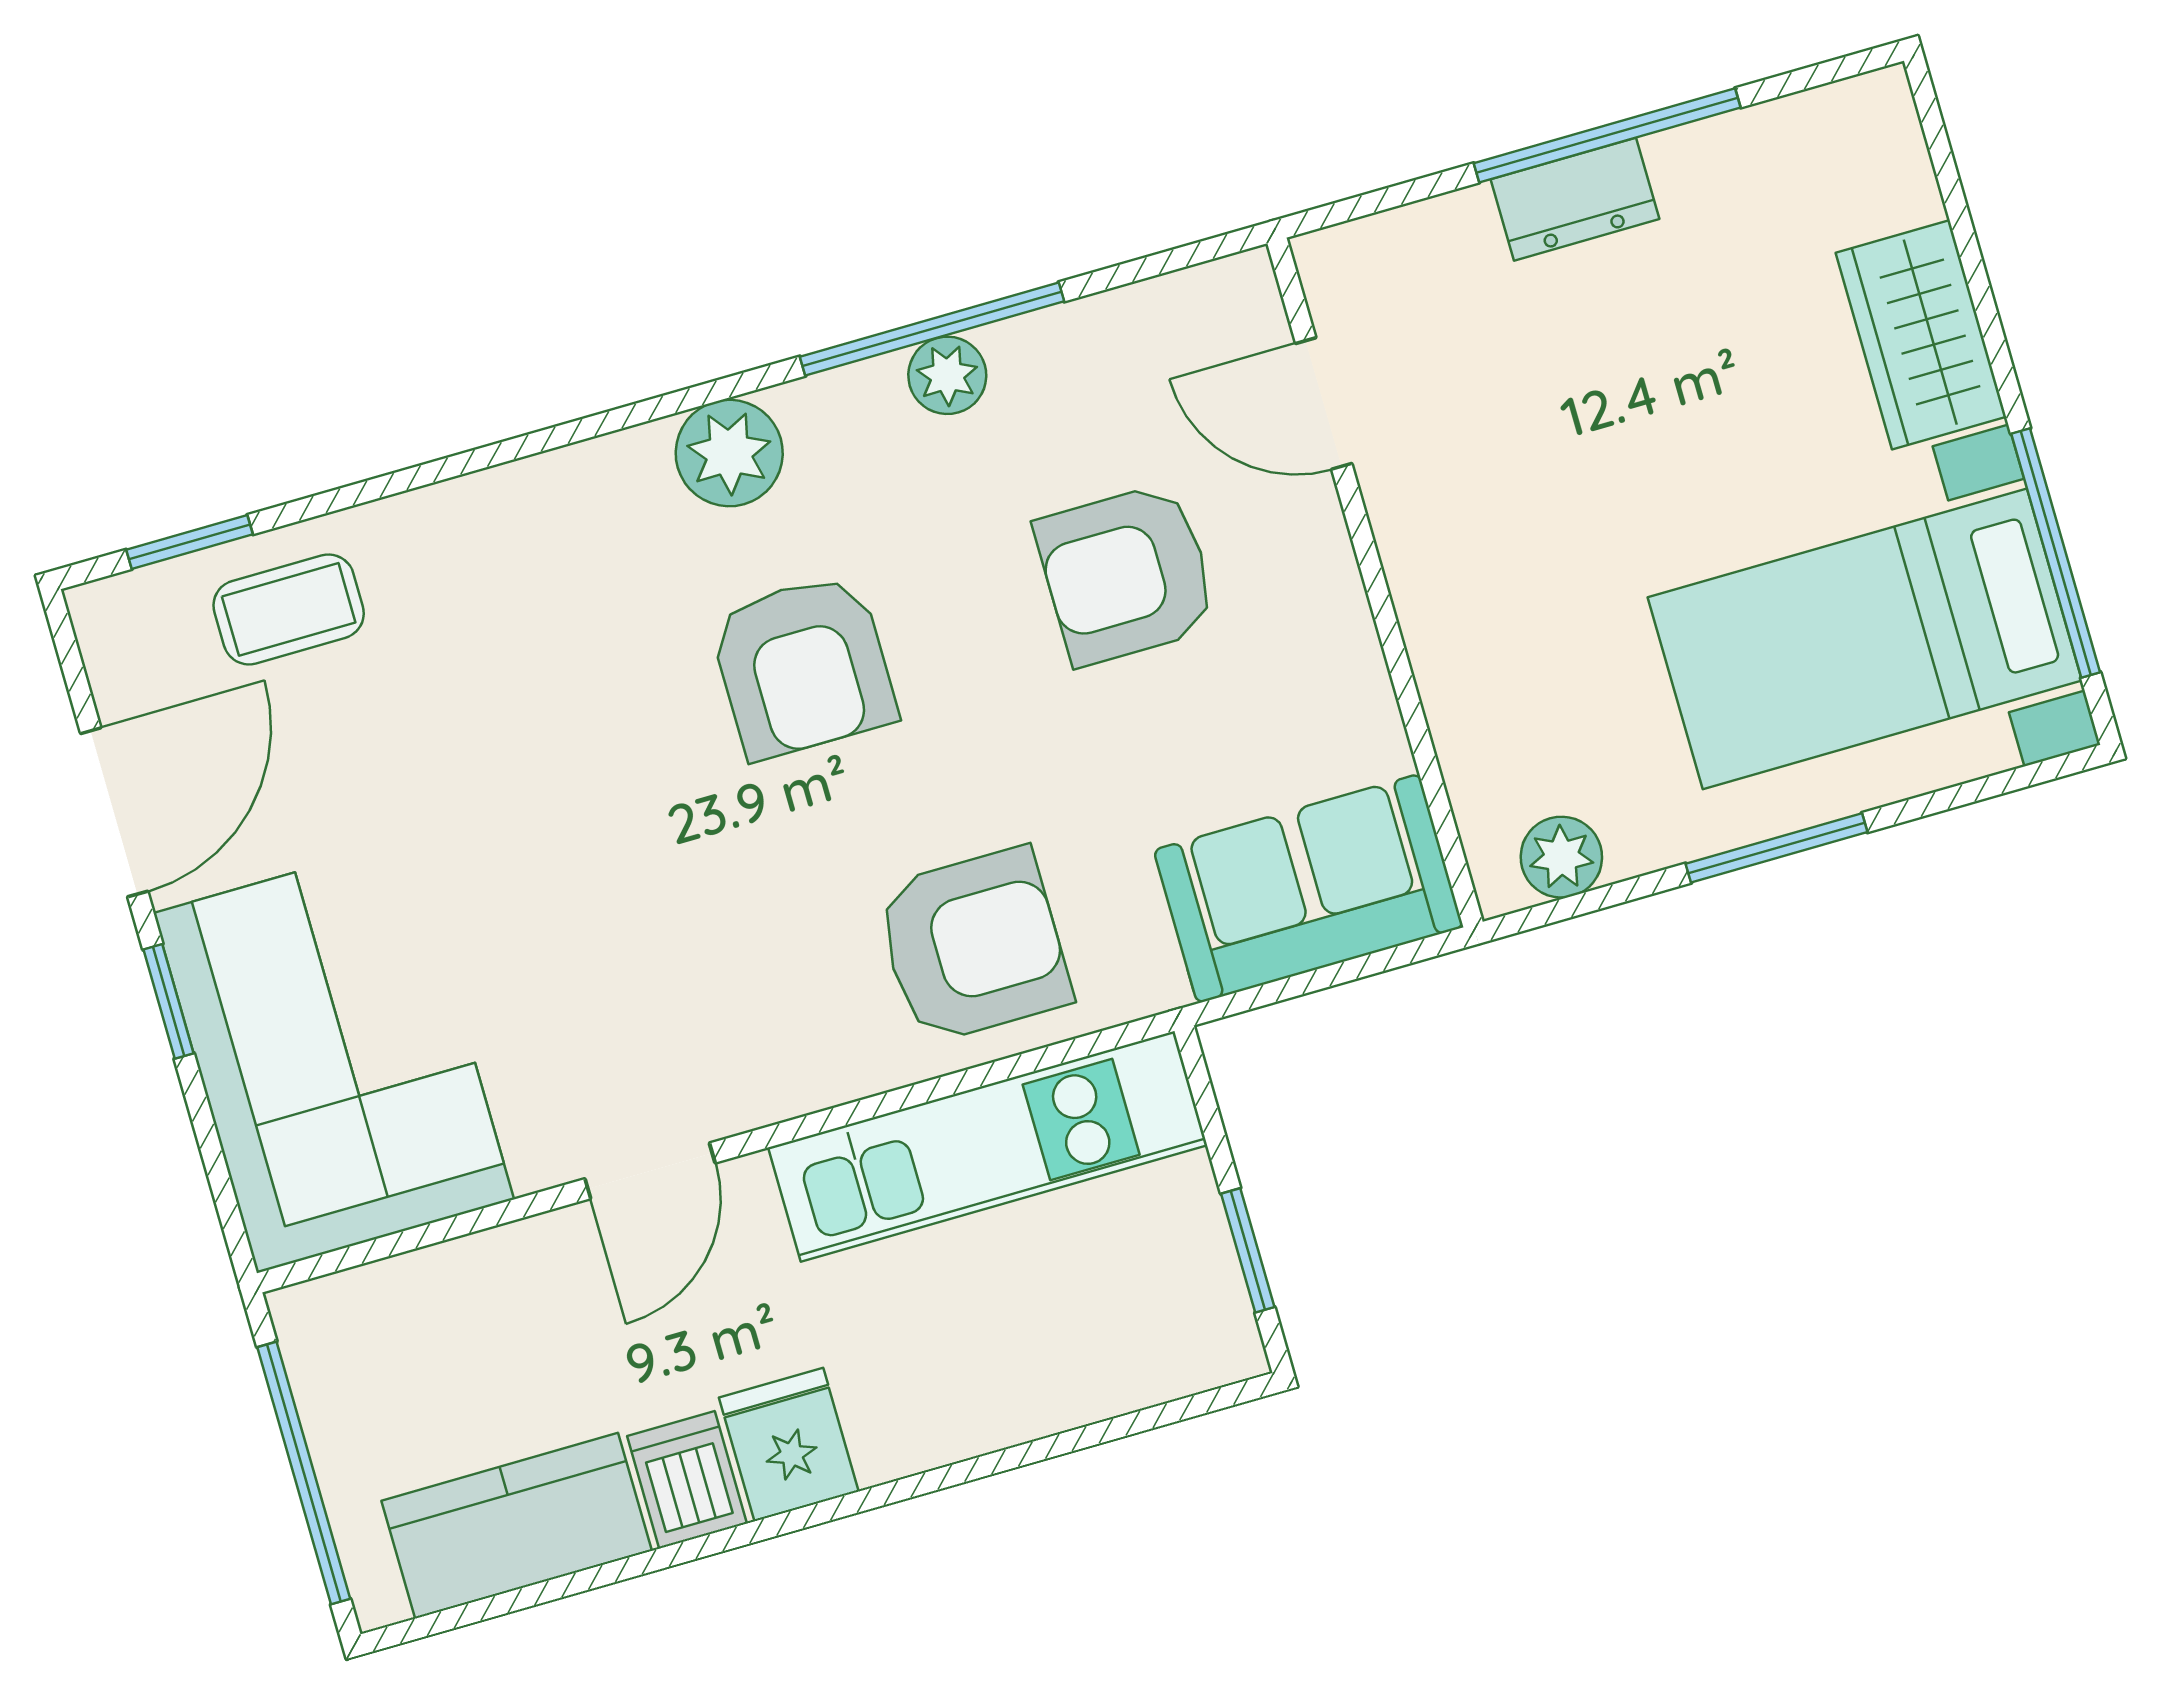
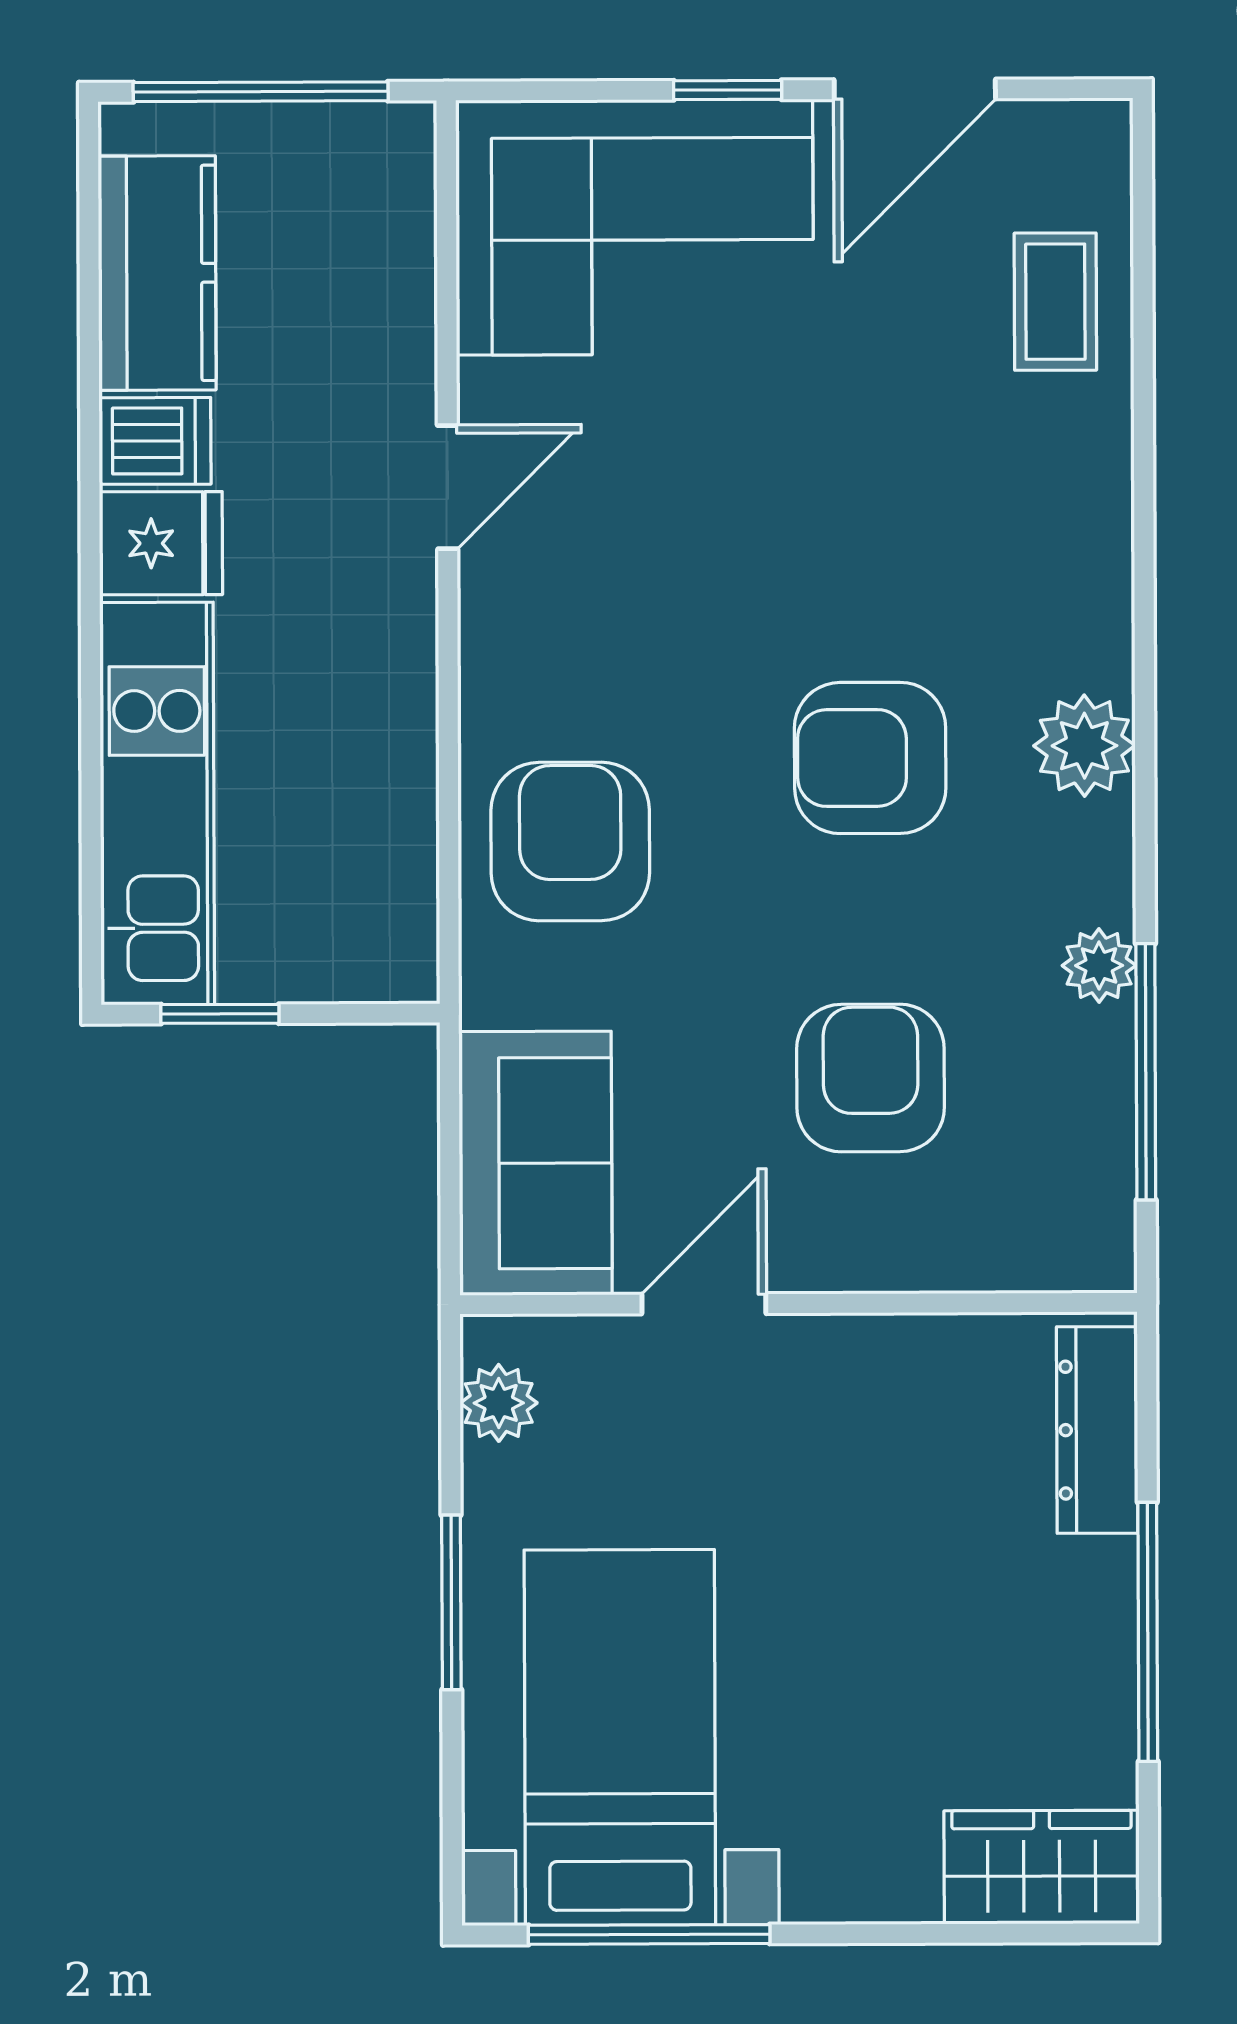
dresser: (1575, 199) -> (1097, 1430), moved, width x1.44
window: (932, 329) -> (1146, 1072), moved
wardrobe: (1921, 335) -> (1042, 1867), moved
door: (1324, 404) -> (704, 1304), moved
window: (189, 542) -> (1143, 228), removed
door: (114, 812) -> (915, 89), hinge flipped
armchair: (973, 945) -> (570, 842), turned 180
kitchen unit: (988, 1146) -> (157, 803), moved, turned 180
door: (650, 1171) -> (447, 487), swing flipped

